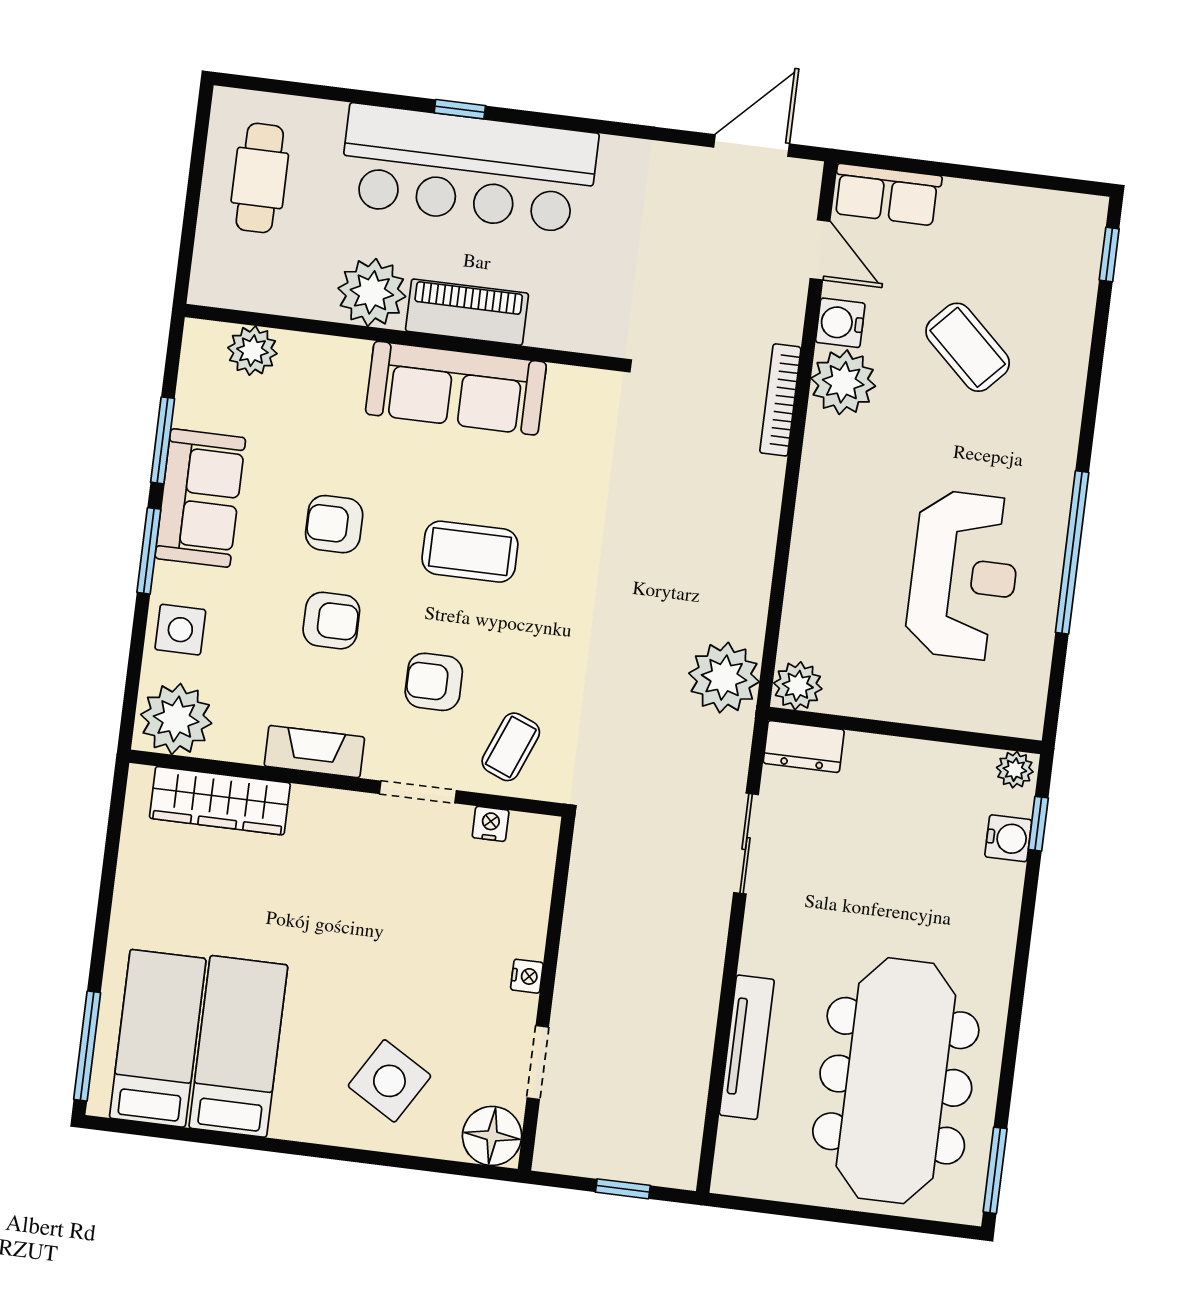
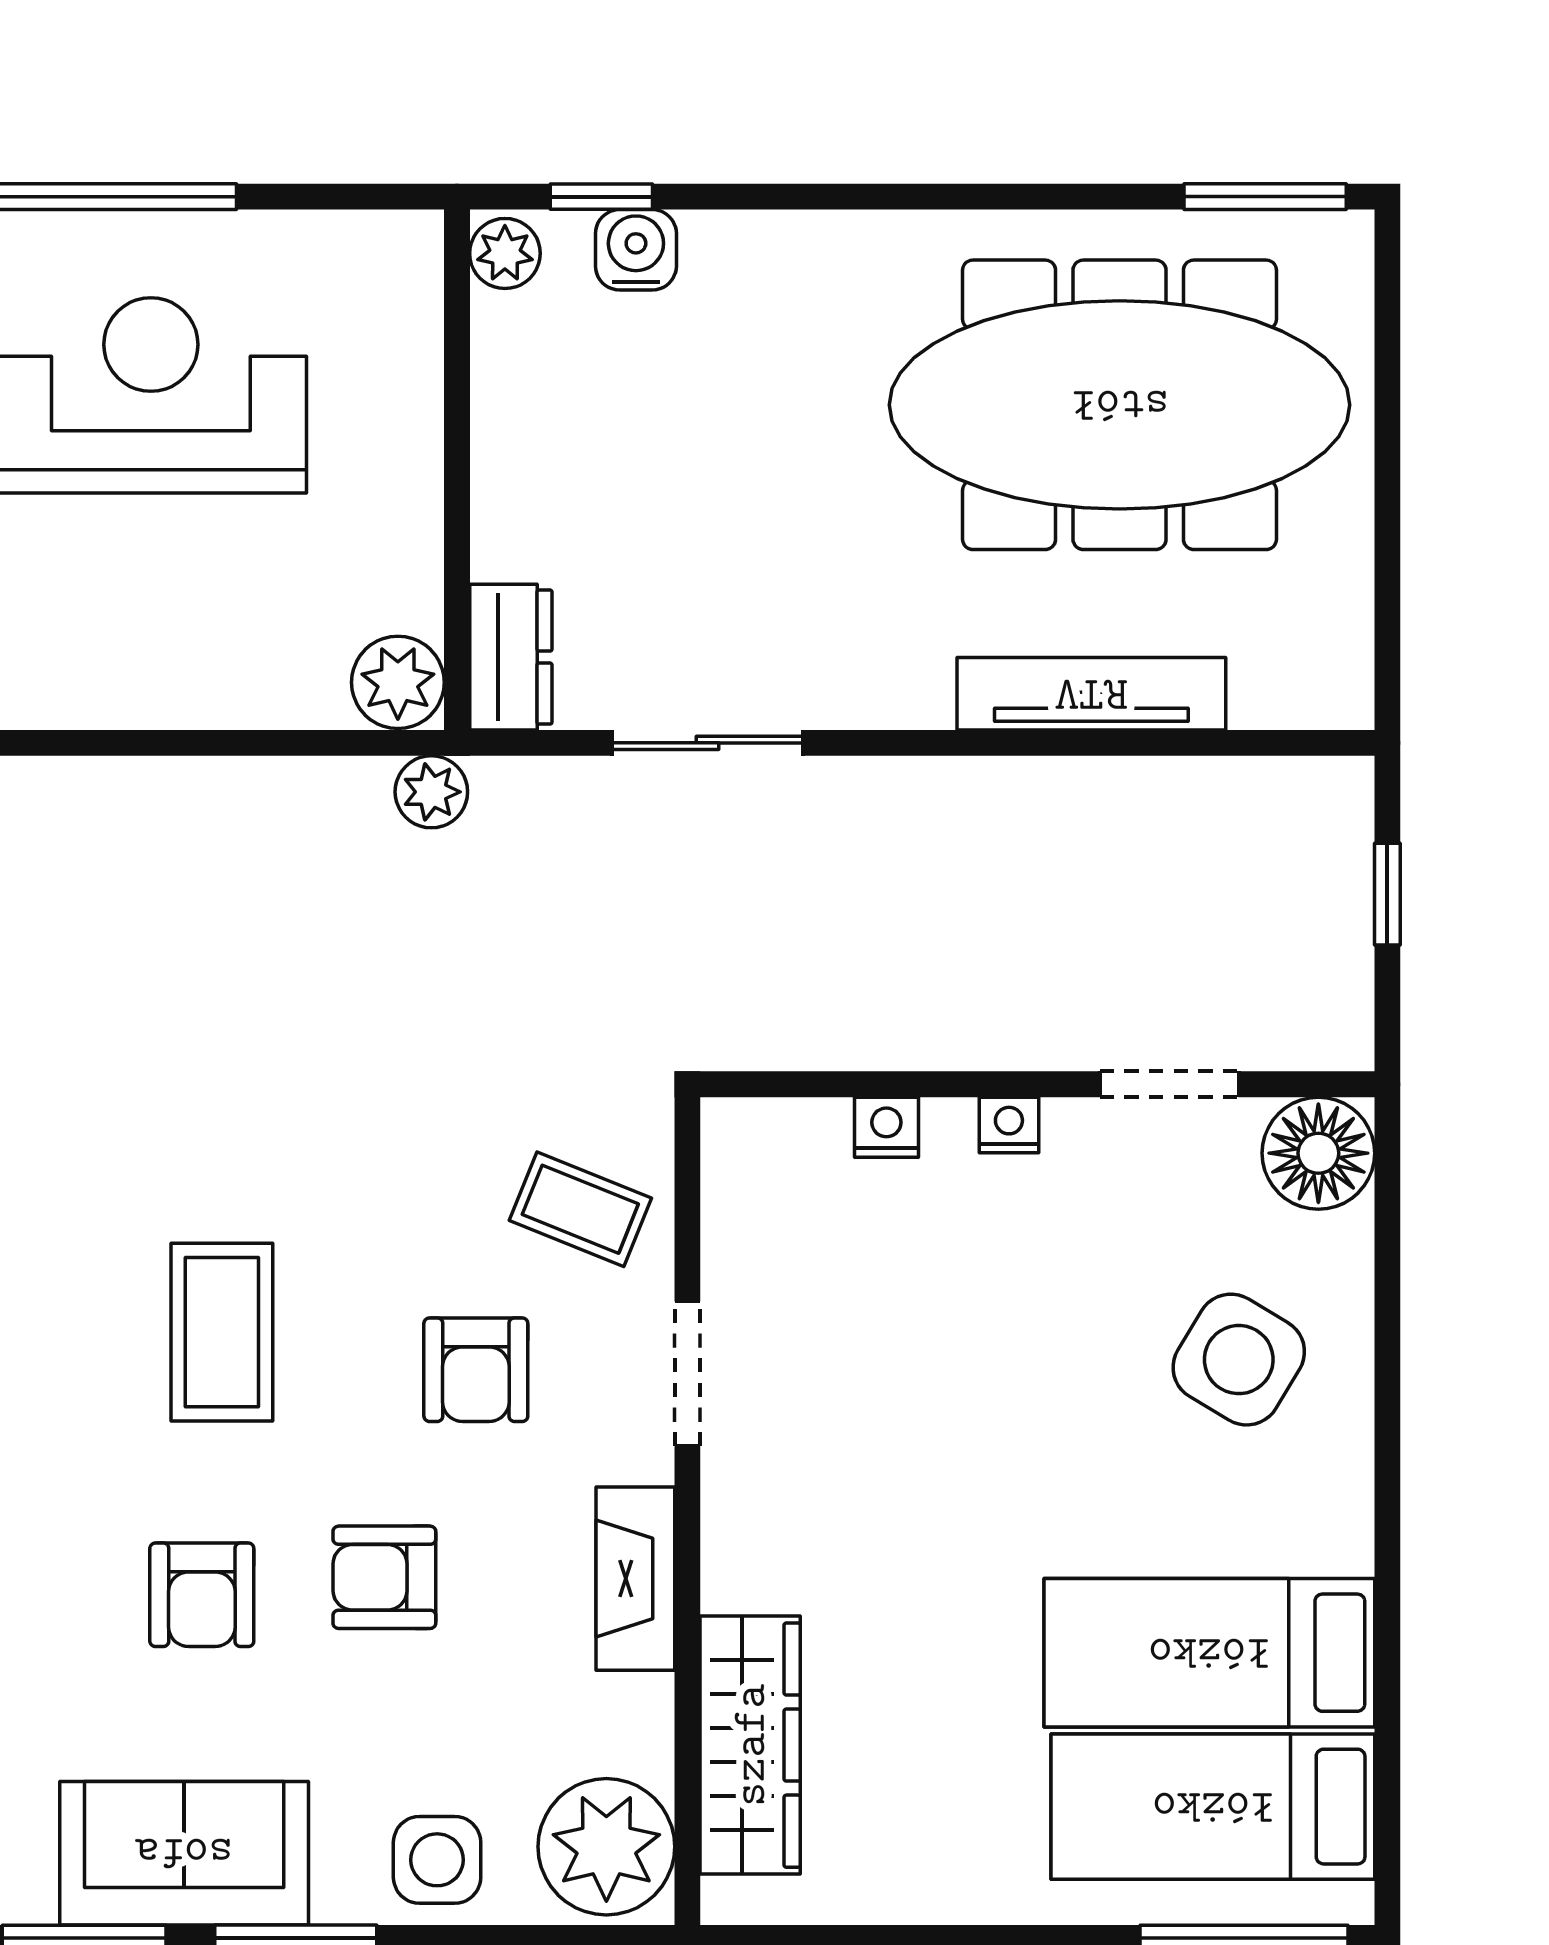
armchair: (331, 621) -> (384, 1577), turned -90
plant: (724, 678) -> (431, 792), width x0.53, depth x0.53
nightstand: (491, 824) -> (886, 1127), moved, turned 90

